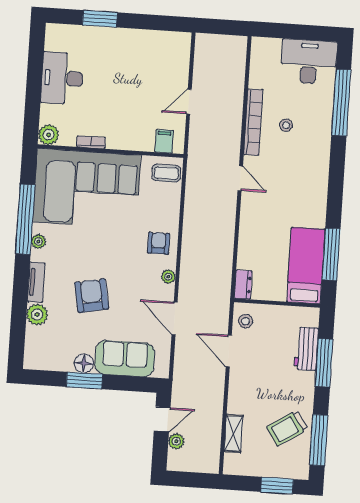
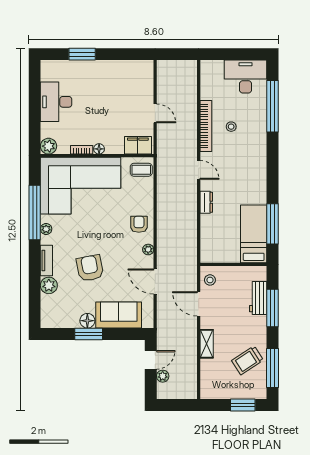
door: (189, 102) -> (155, 113), swing flipped
filing cabinet: (164, 141) -> (138, 145), width x2.00
floor lamp: (114, 143) -> (99, 149), added
dresser: (243, 285) -> (206, 202), moved
shelving: (234, 433) -> (207, 344), moved

